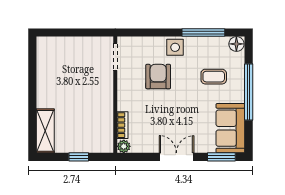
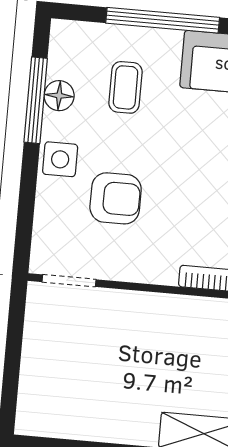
floor lamp: (236, 44) -> (59, 96), moved
armchair: (158, 77) -> (116, 198), turned 180

